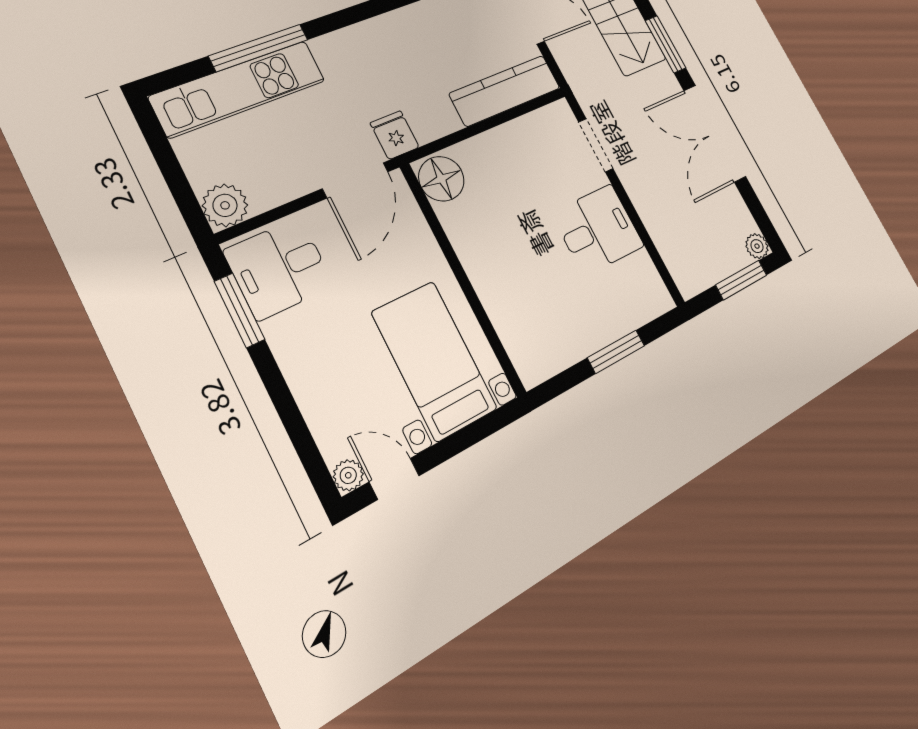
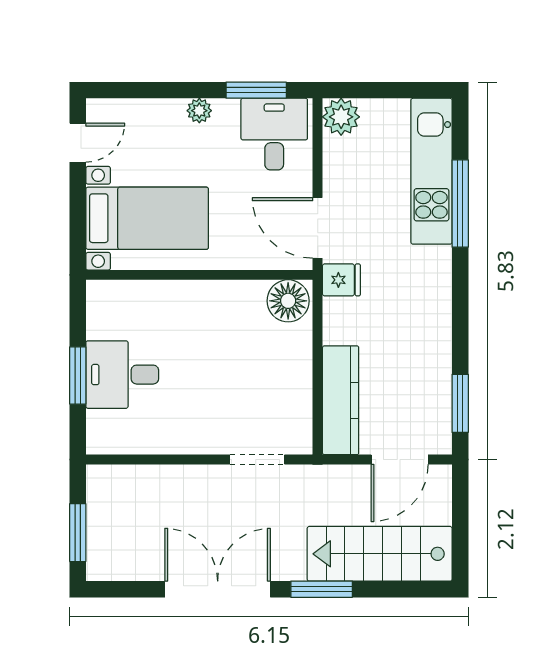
desk: (598, 230) -> (122, 375), moved, turned 90
plant: (757, 246) -> (99, 568), removed
plant: (348, 475) -> (199, 111), moved

